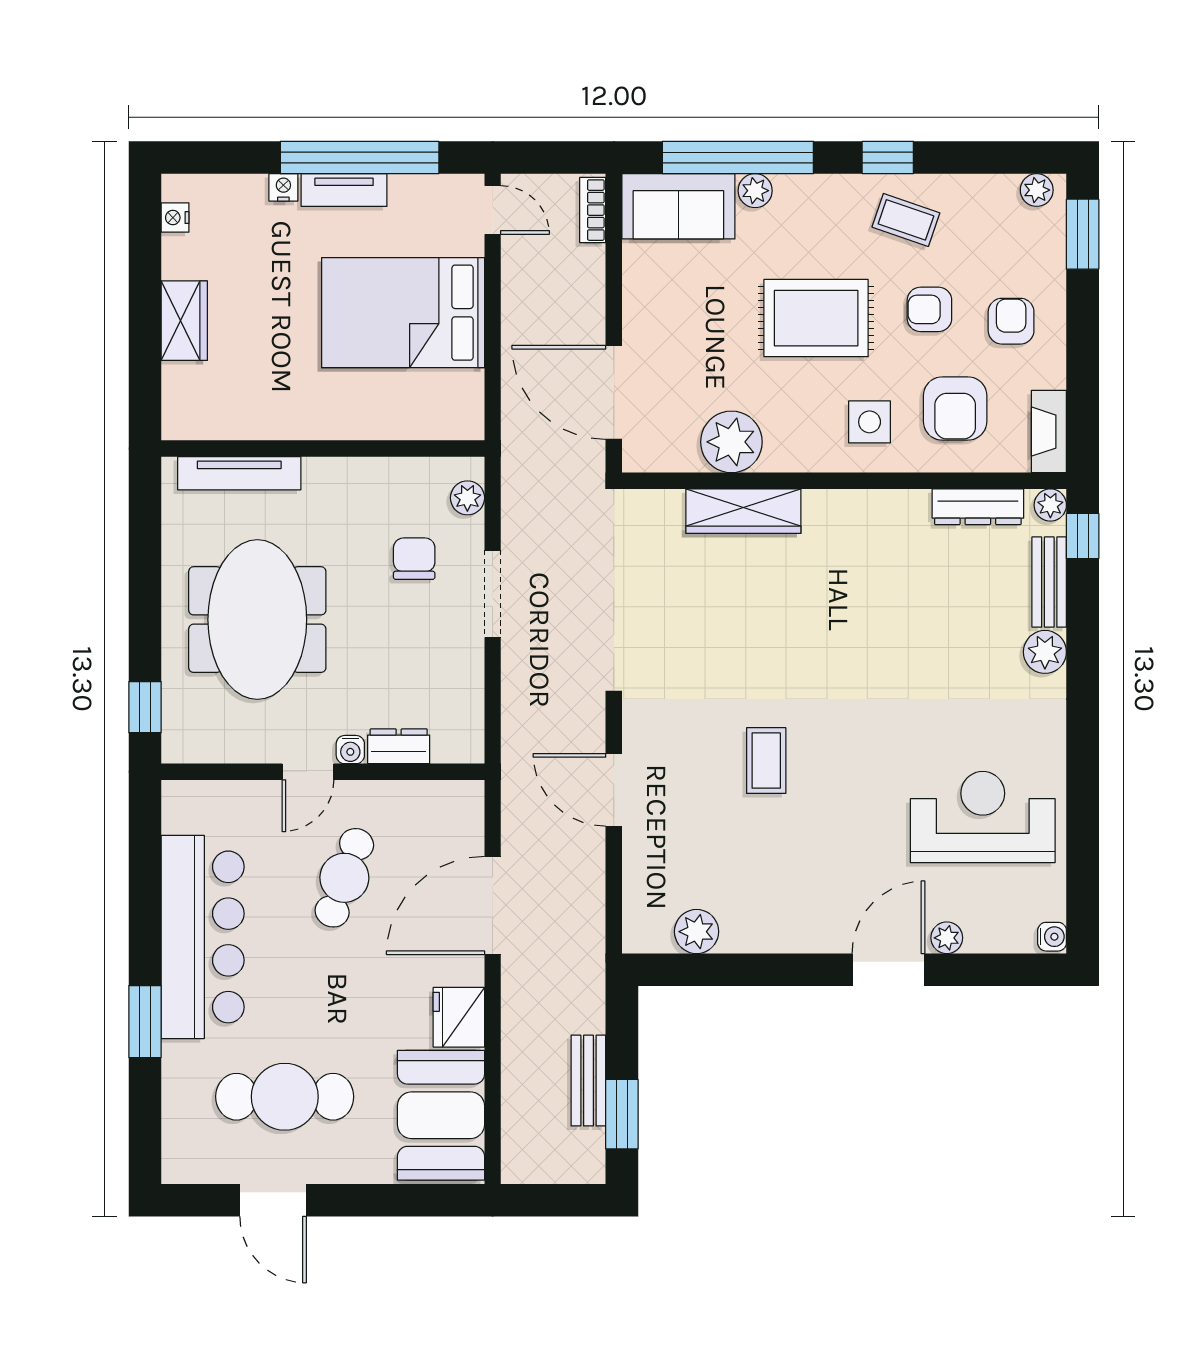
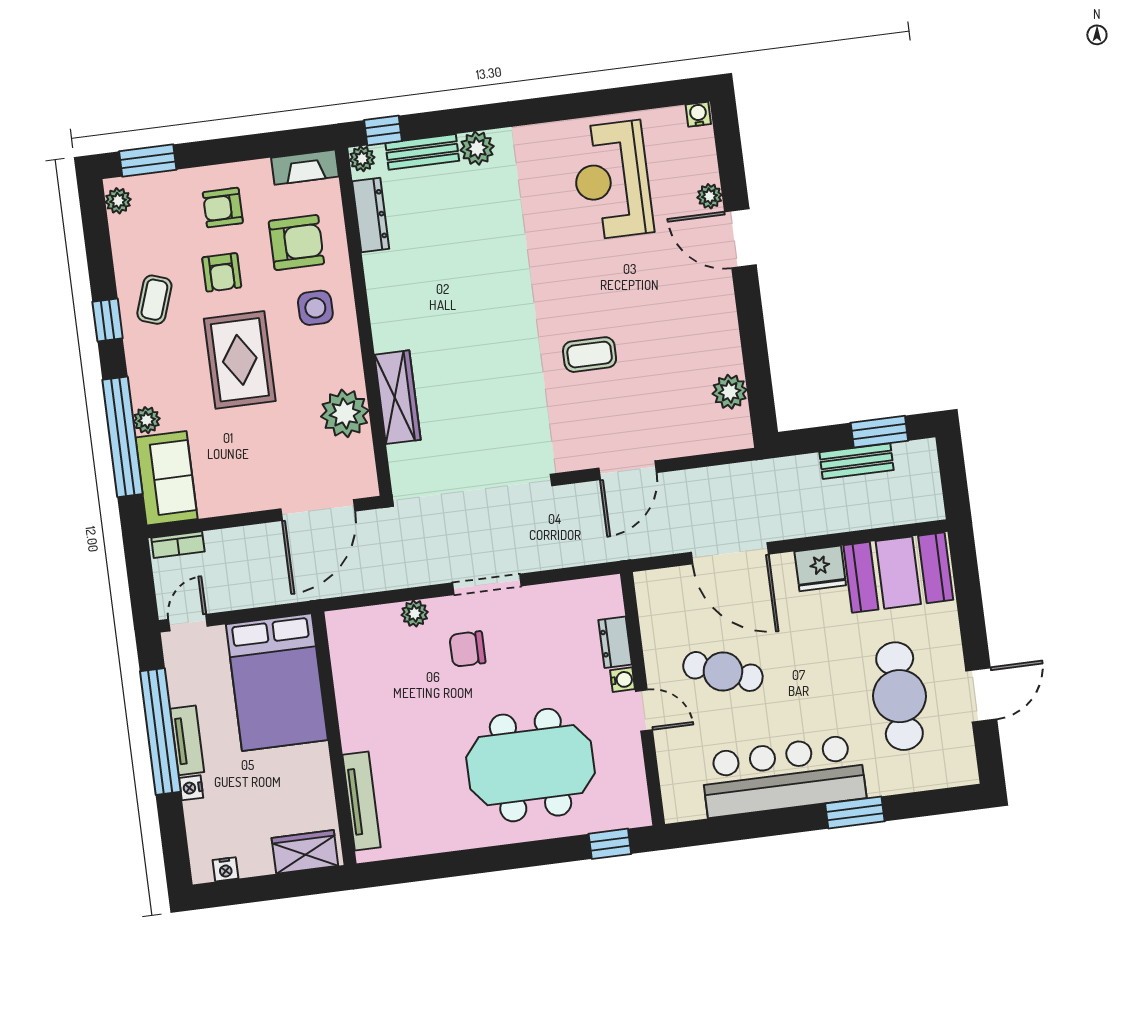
wall: (323, 448) -> (334, 738), moved
tv unit: (239, 473) -> (362, 801), moved

